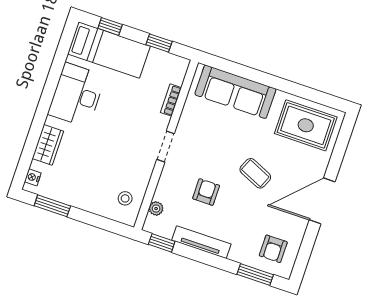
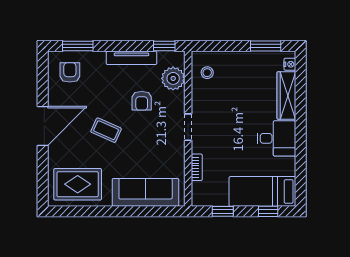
desk: (77, 95) -> (276, 138), width x0.73
wardrobe: (48, 145) -> (286, 95), width x1.50
plant: (156, 209) -> (173, 78), width x1.87, depth x1.87

